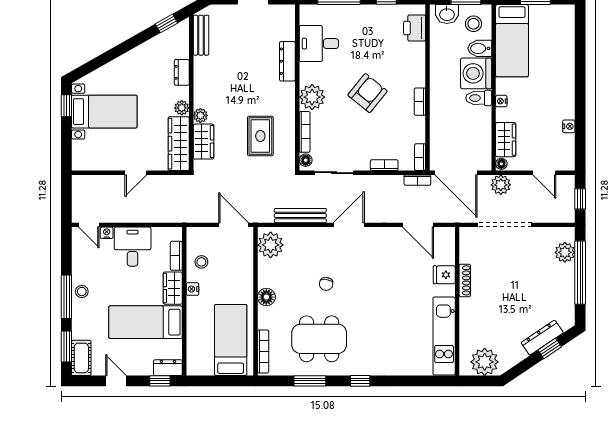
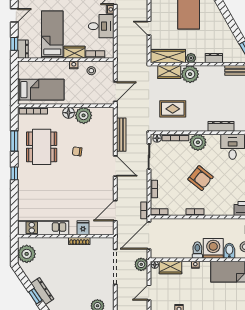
plant: (200, 115) -> (190, 74), width x1.88, depth x1.88
plant: (271, 245) -> (84, 115), moved

